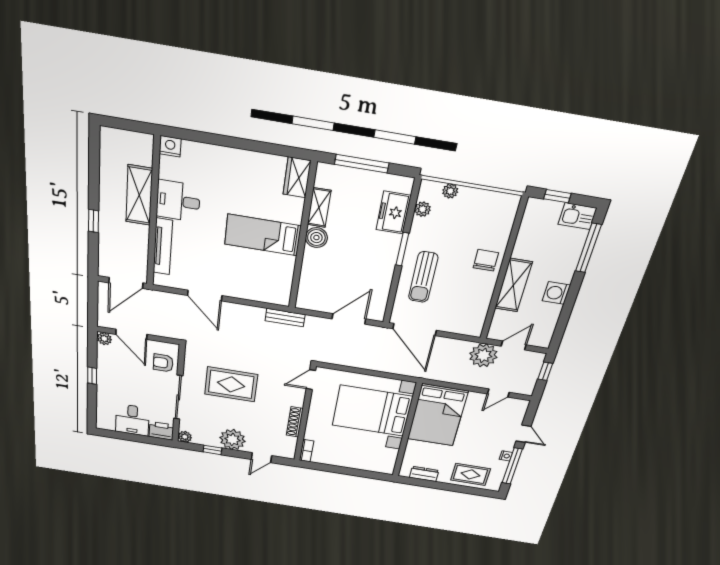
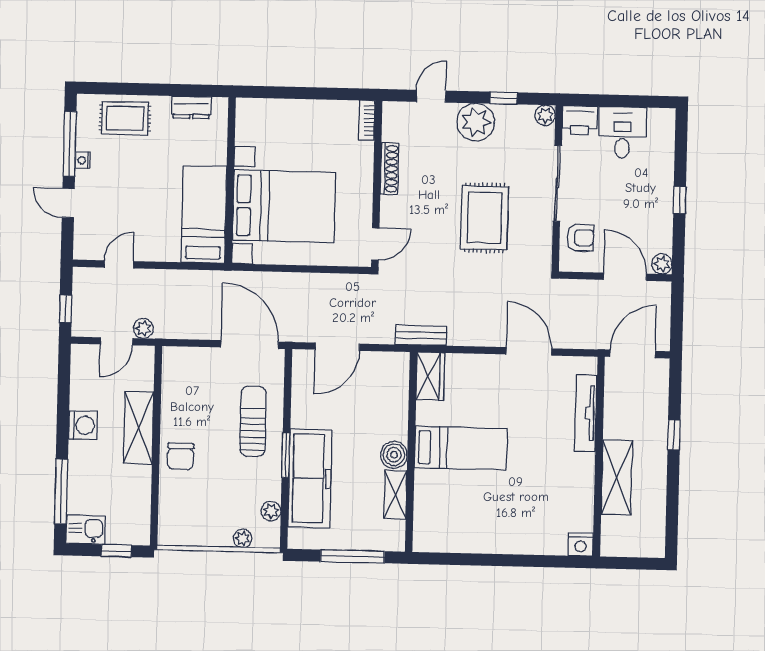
wardrobe: (297, 177) -> (430, 376), moved
desk: (178, 201) -> (568, 477), removed
freezer: (393, 213) -> (310, 478), width x1.91, depth x1.26
plant: (483, 355) -> (143, 328), width x0.53, depth x0.53
rug: (231, 384) -> (484, 218), turned 90
bed: (437, 415) -> (204, 214), width x0.67

